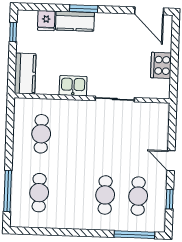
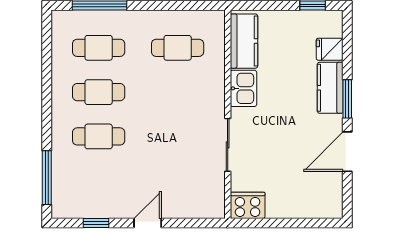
door: (149, 11) -> (347, 152), moved
cooker: (161, 65) -> (248, 205), moved
kitchen counter: (25, 74) -> (244, 41), moved, turned -90
cafe table: (138, 196) -> (99, 92), moved

